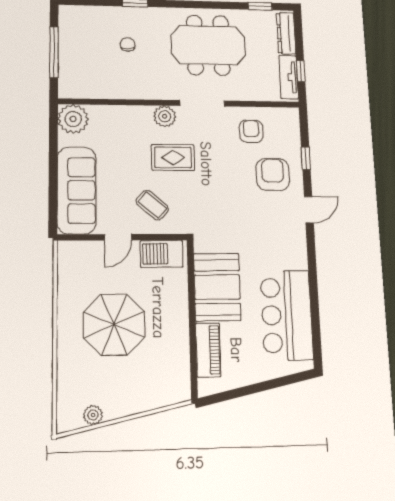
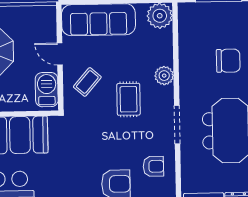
chair: (128, 44) -> (228, 61), width x1.87, depth x1.87
plant: (165, 116) -> (164, 76), moved

